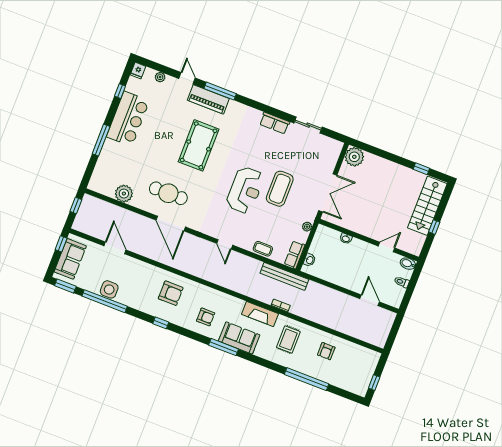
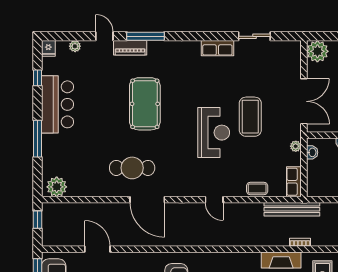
piano: (208, 99) -> (130, 48), width x0.73, depth x0.75
plant: (124, 194) -> (57, 187), moved
washbasin: (310, 260) -> (312, 152), moved

